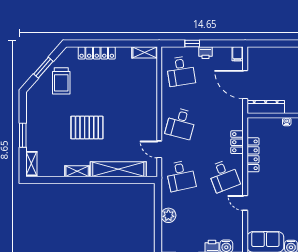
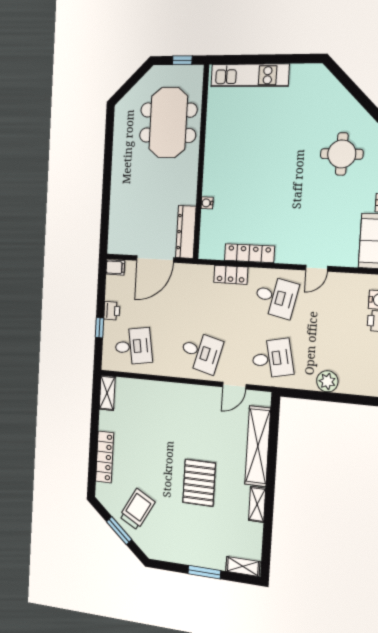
trolley: (61, 81) -> (137, 509), turned -61
desk: (224, 176) -> (276, 297), turned 33

